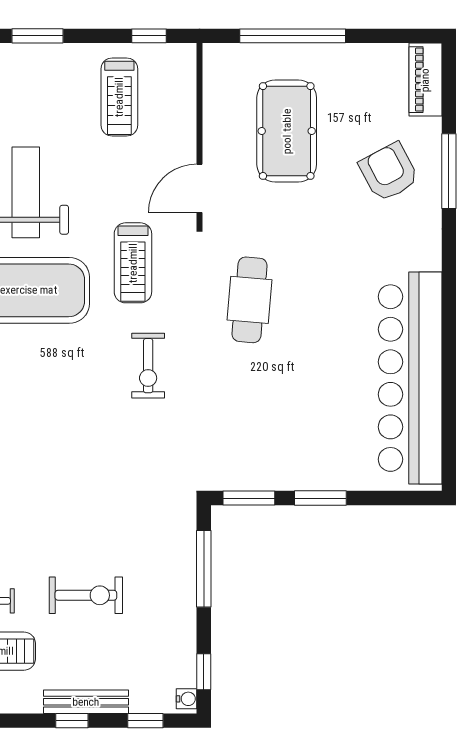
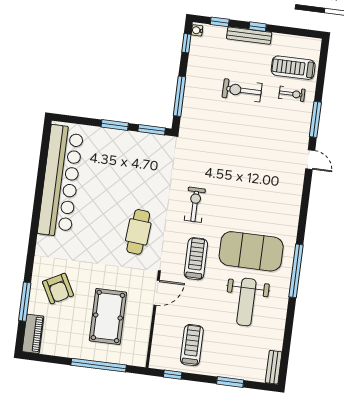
window: (449, 171) -> (25, 302), moved

